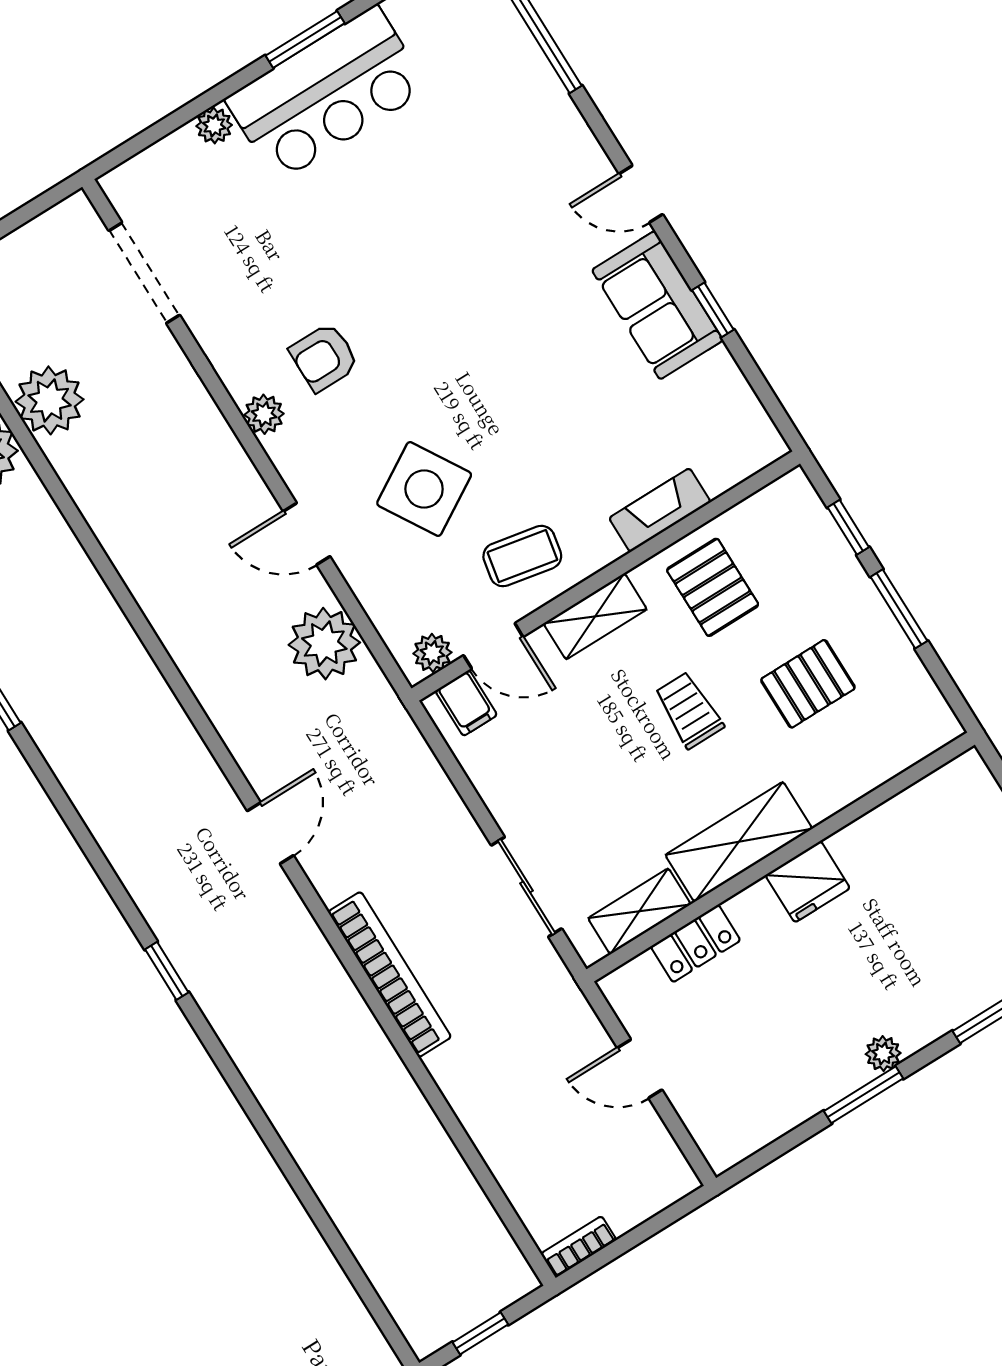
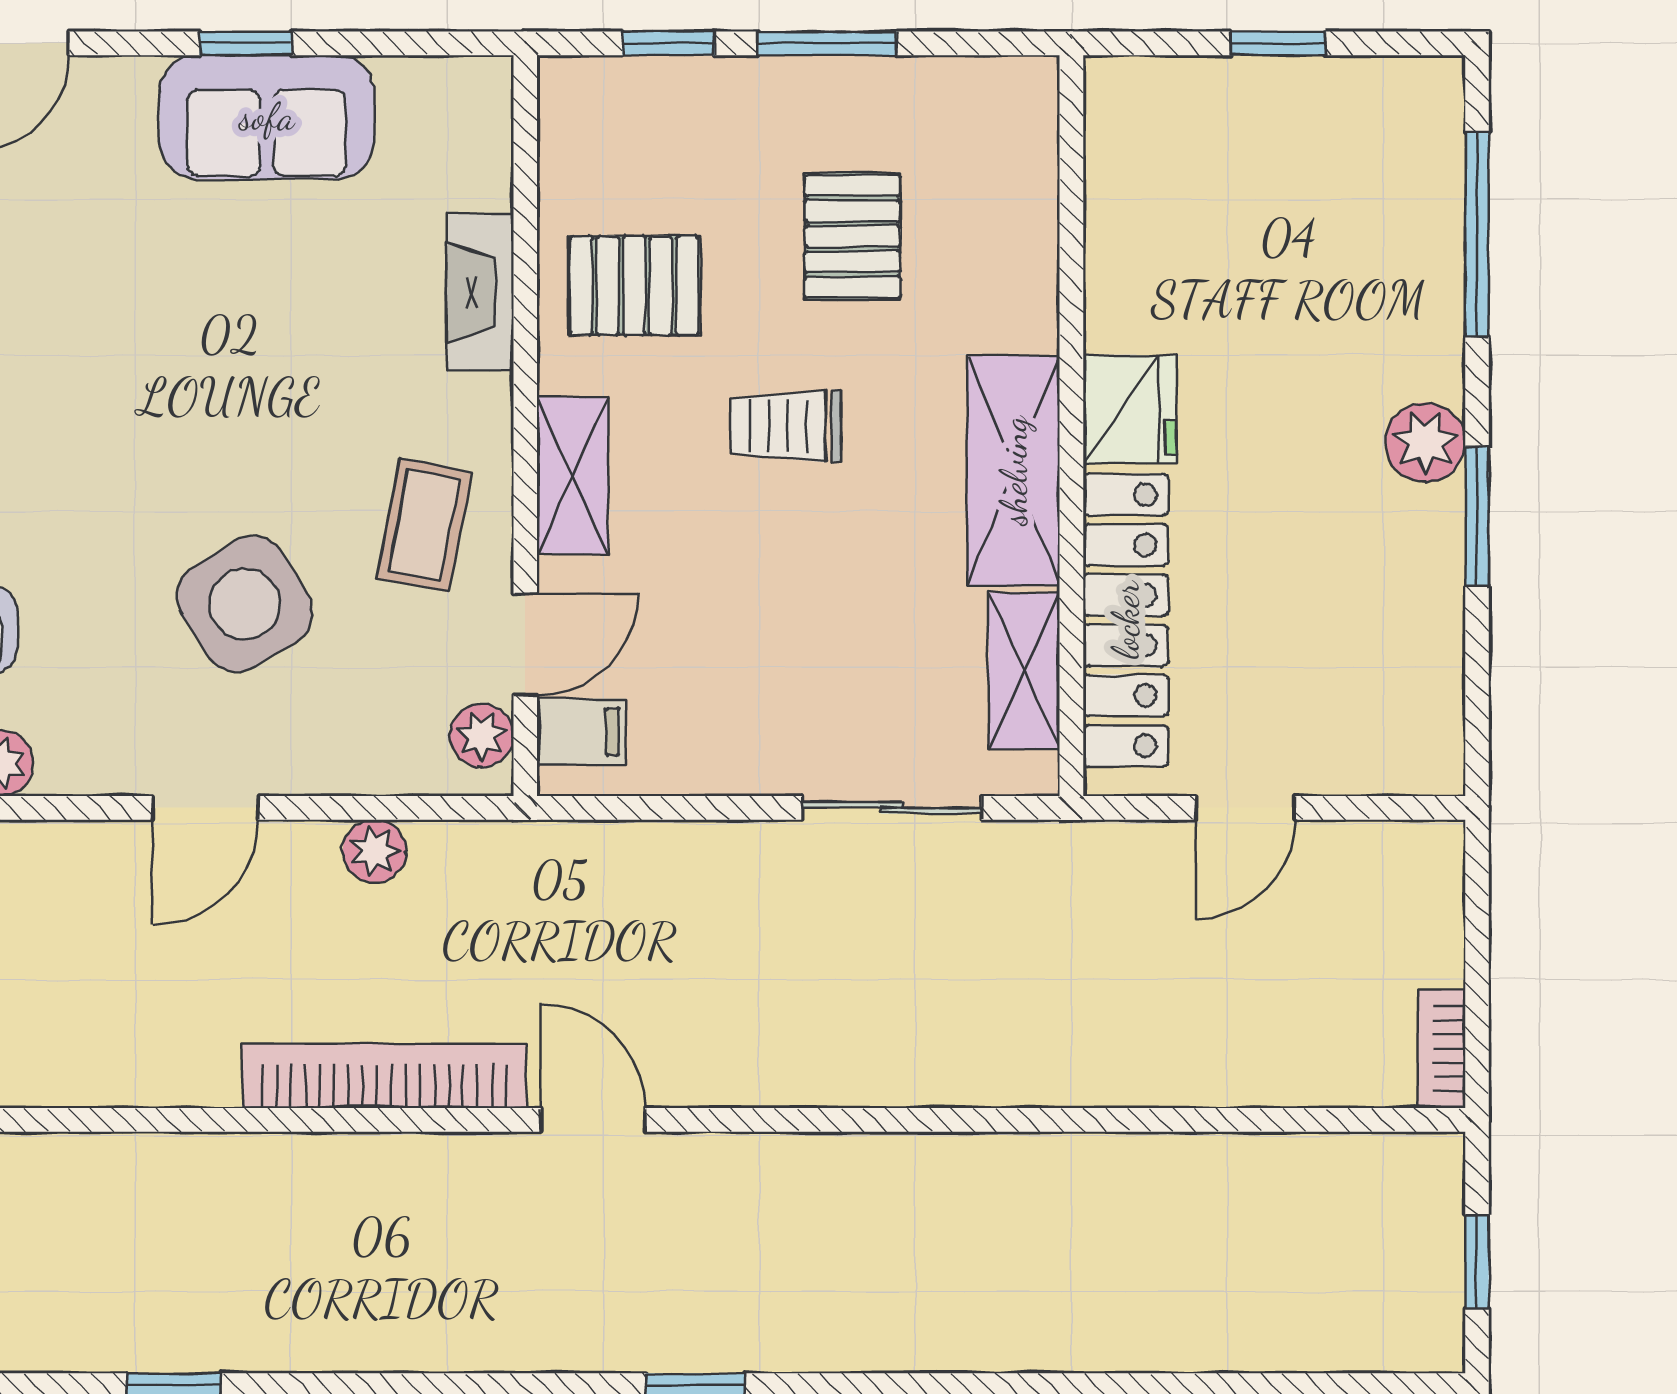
sofa: (657, 305) -> (267, 117), moved
plant: (324, 644) -> (374, 851), width x0.53, depth x0.53
locker: (696, 943) -> (1126, 620), width x2.16, depth x1.21
bookcase: (390, 974) -> (384, 1076), moved
plant: (883, 1054) -> (1425, 443), width x1.38, depth x1.38

